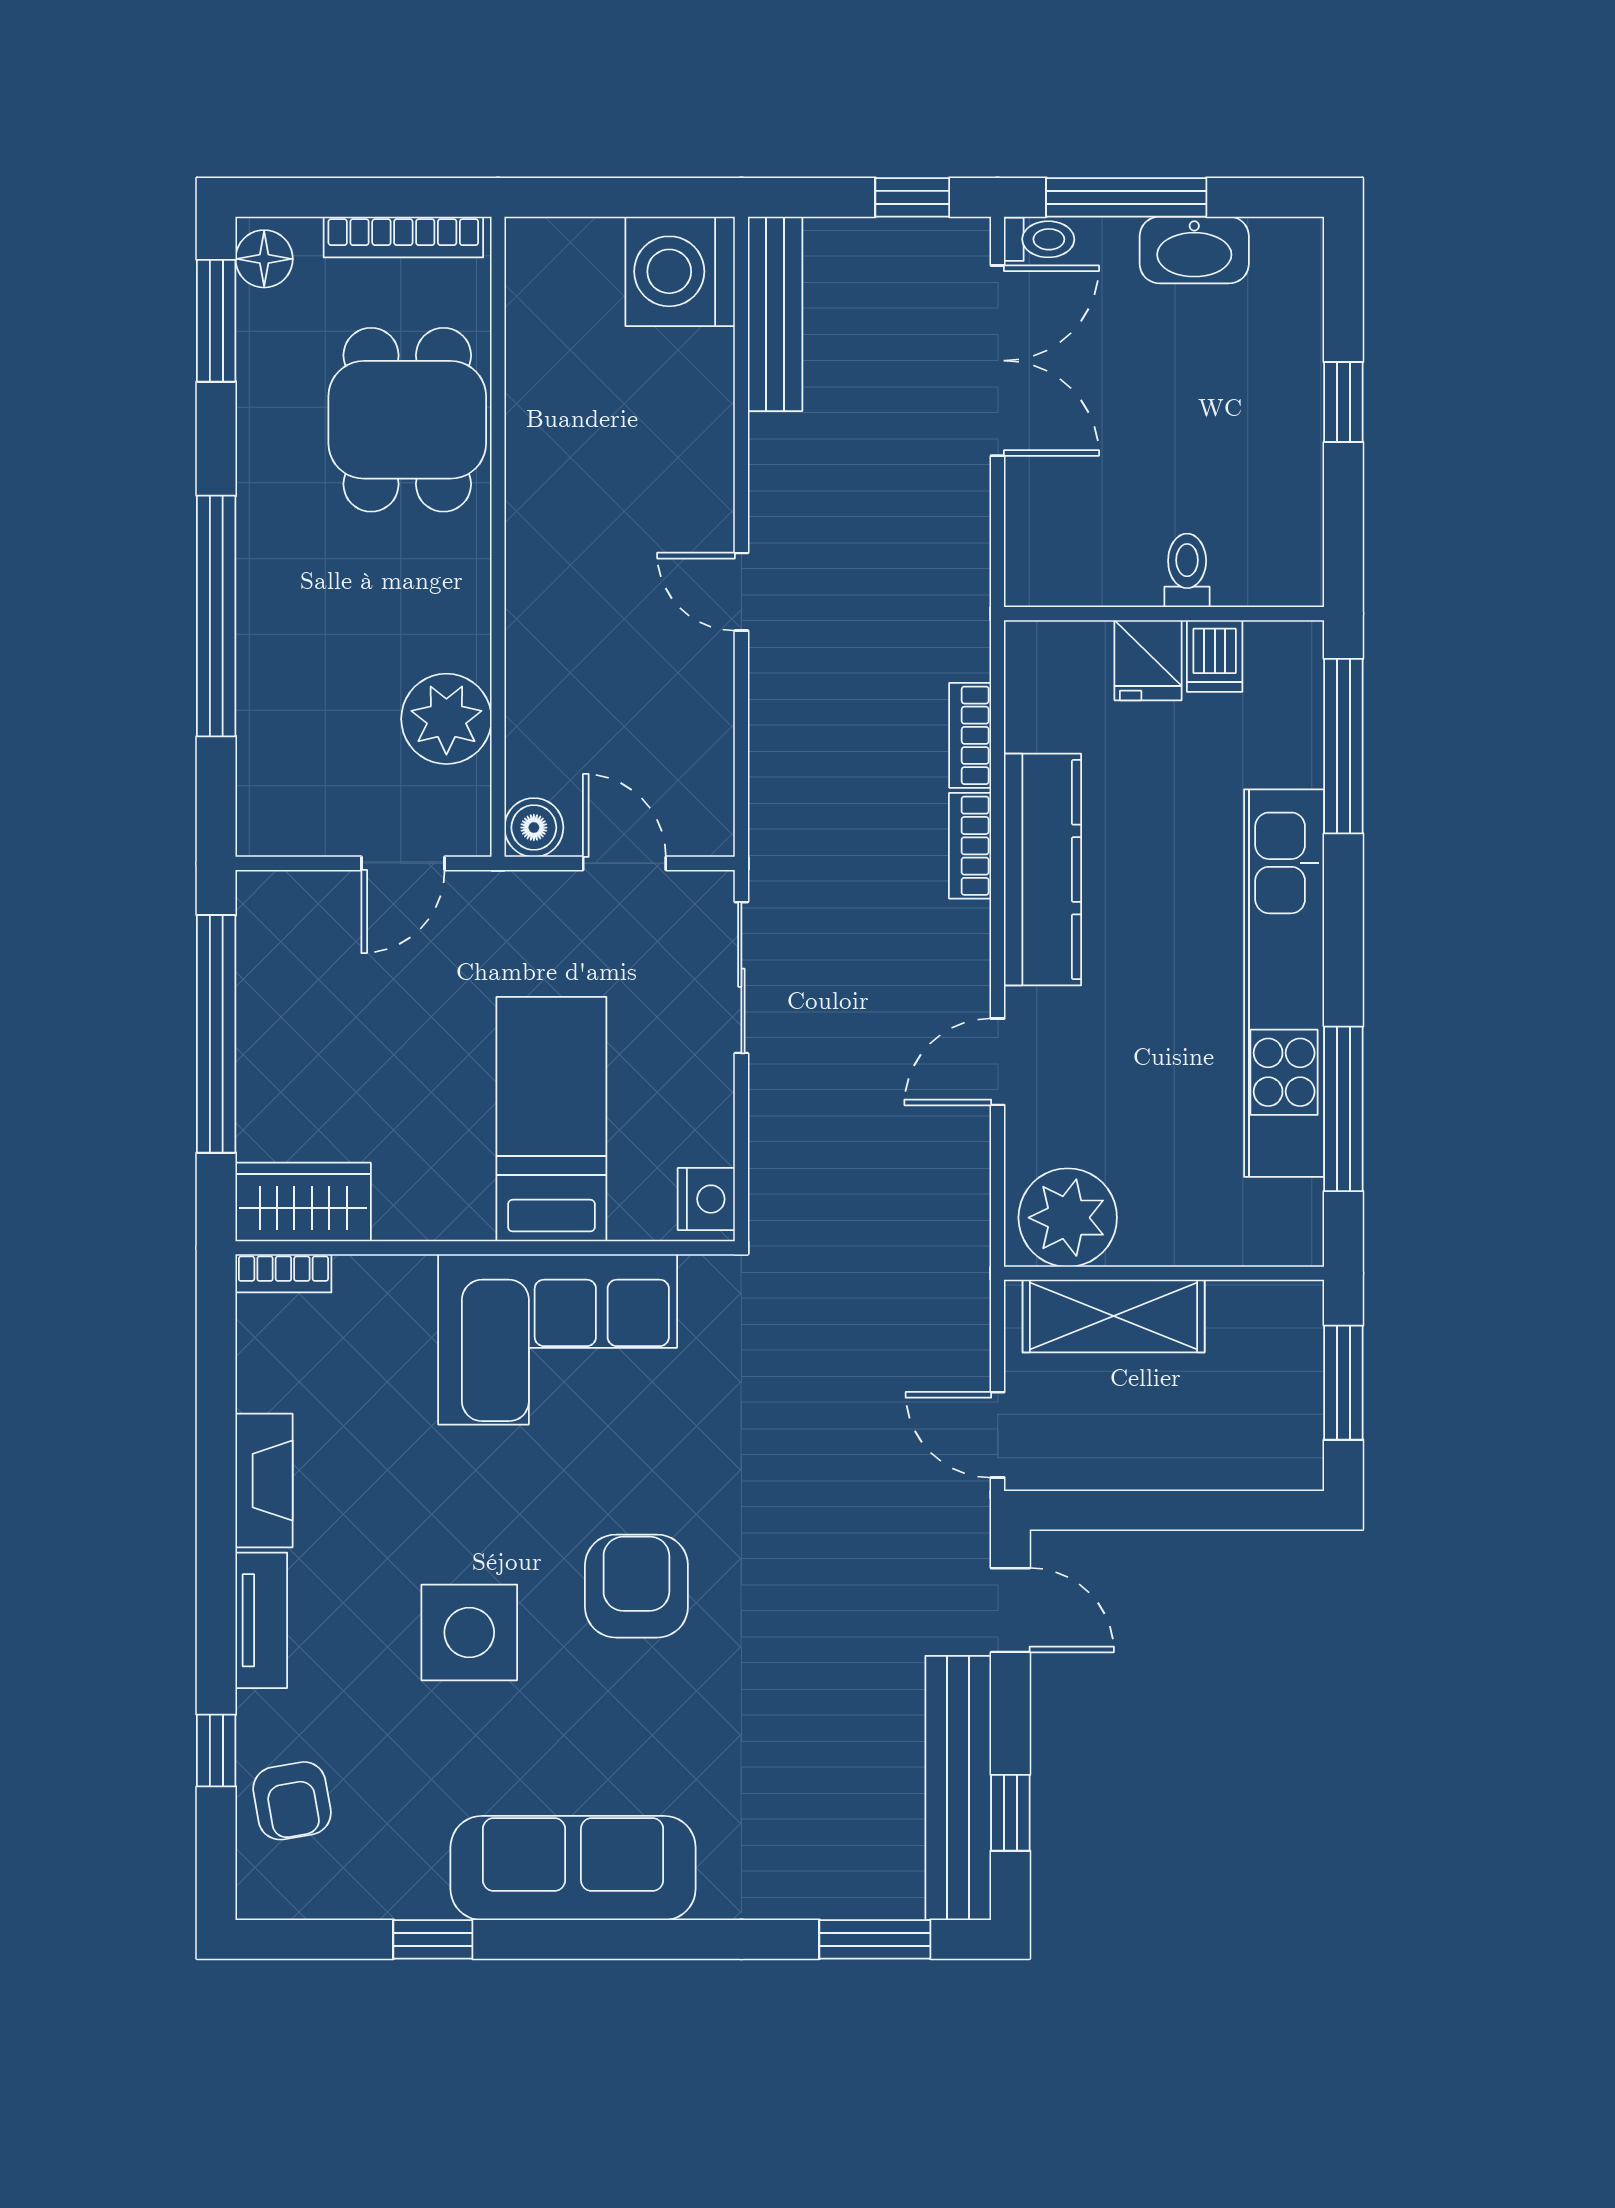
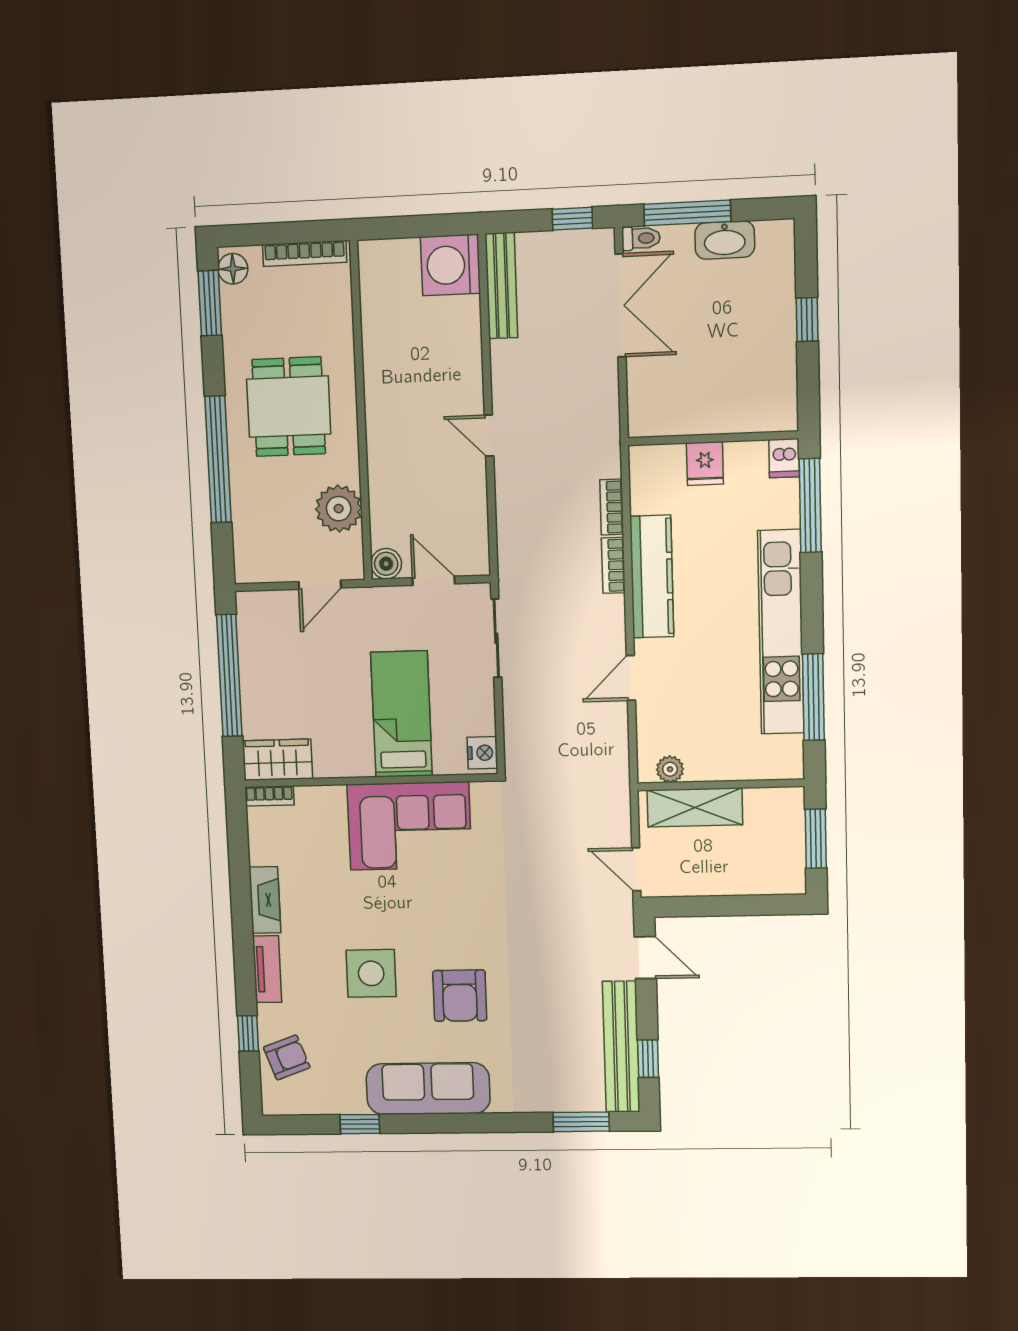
dining table: (407, 420) -> (289, 407), moved
toilet: (1187, 570) -> (725, 415), removed
dishwasher: (1215, 656) -> (784, 458), moved
plant: (1068, 1218) -> (670, 769), width x0.53, depth x0.53
armchair: (636, 1586) -> (460, 996), moved, turned 180
armchair: (292, 1801) -> (287, 1057), turned -100

